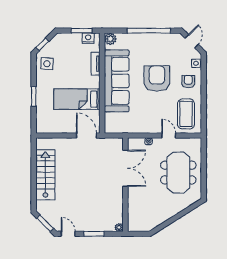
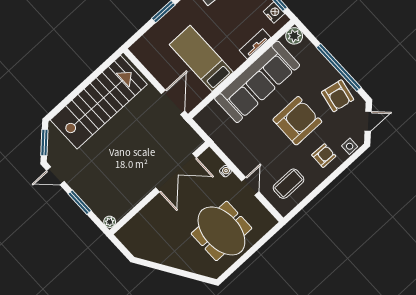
armchair: (163, 45) -> (338, 96), added
coffee table: (186, 114) -> (289, 184), width x0.73, depth x0.76
meeting table: (178, 173) -> (221, 231), turned 90
stairs: (45, 175) -> (99, 102), width x1.36, depth x1.51
door: (68, 234) -> (55, 176), swing flipped

